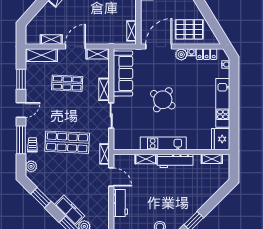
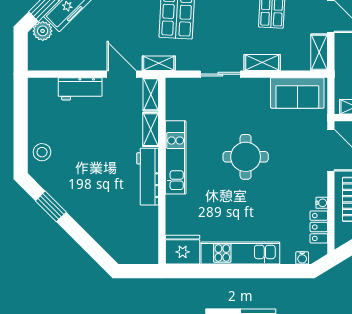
plant: (181, 55) -> (318, 186), removed
sofa: (123, 73) -> (297, 93), width x0.73
round table: (163, 100) -> (246, 157), turned -34
shelving: (212, 159) -> (151, 94), moved
door: (111, 177) -> (122, 74), swing flipped

